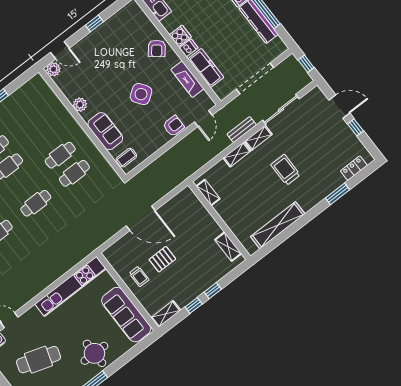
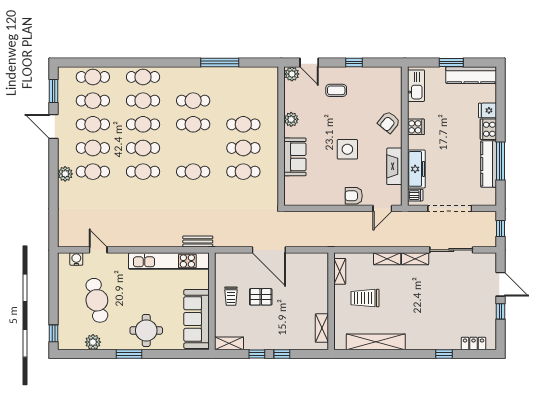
dishwasher: (189, 48) -> (415, 195), moved
side table: (141, 94) -> (347, 149), turned 35
armchair: (174, 126) -> (354, 196), turned 180
bench: (242, 130) -> (198, 241), moved
cafe table: (46, 137) -> (243, 124), added
coffee table: (126, 158) -> (336, 90), moved
trolley: (286, 170) -> (365, 298), moved, turned -90
window: (338, 194) -> (444, 354), width x0.67
cafe table: (39, 360) -> (97, 300), turned 60

